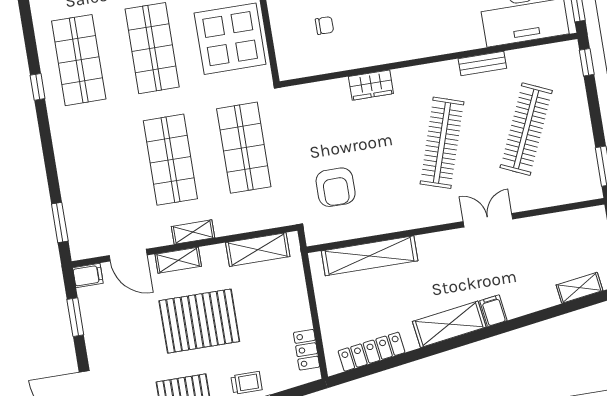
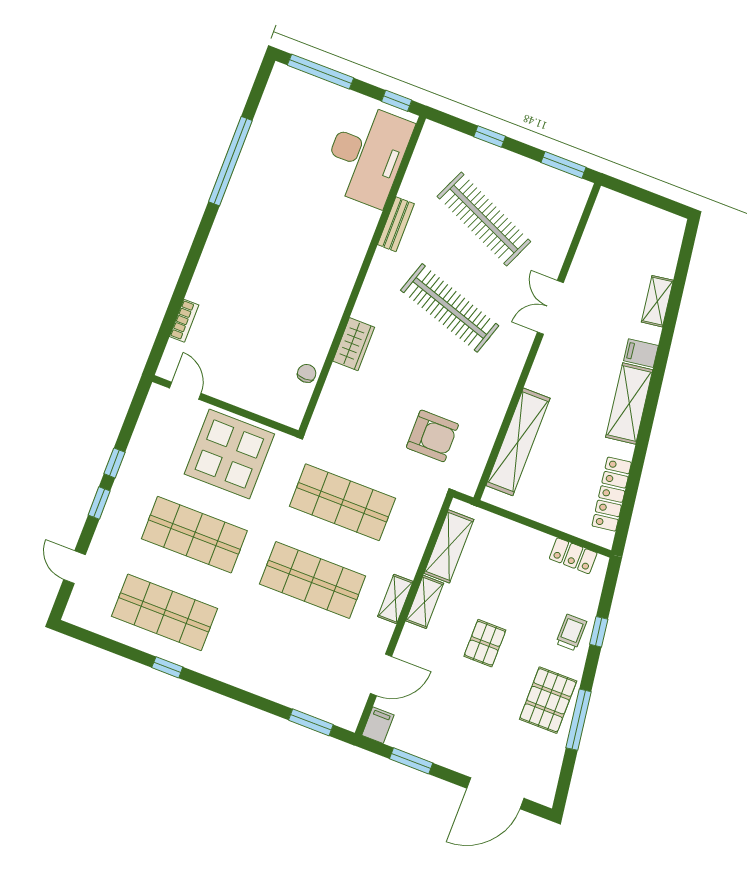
chair: (324, 26) -> (307, 373), moved
window: (587, 62) -> (490, 136), moved
shelving: (178, 260) -> (425, 602), moved
shelving: (579, 288) -> (657, 301), moved
pallet: (199, 321) -> (485, 643), width x0.49, depth x0.50

